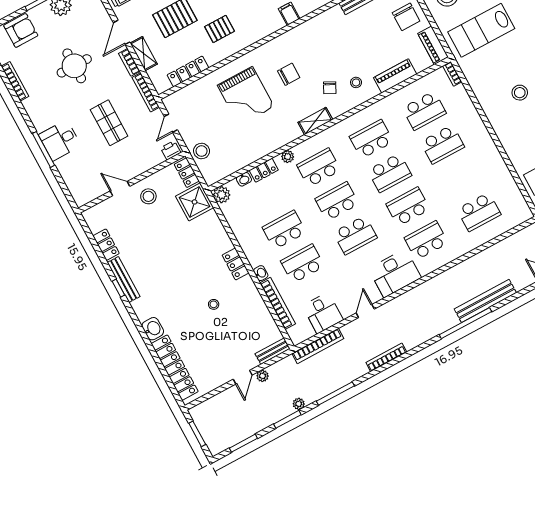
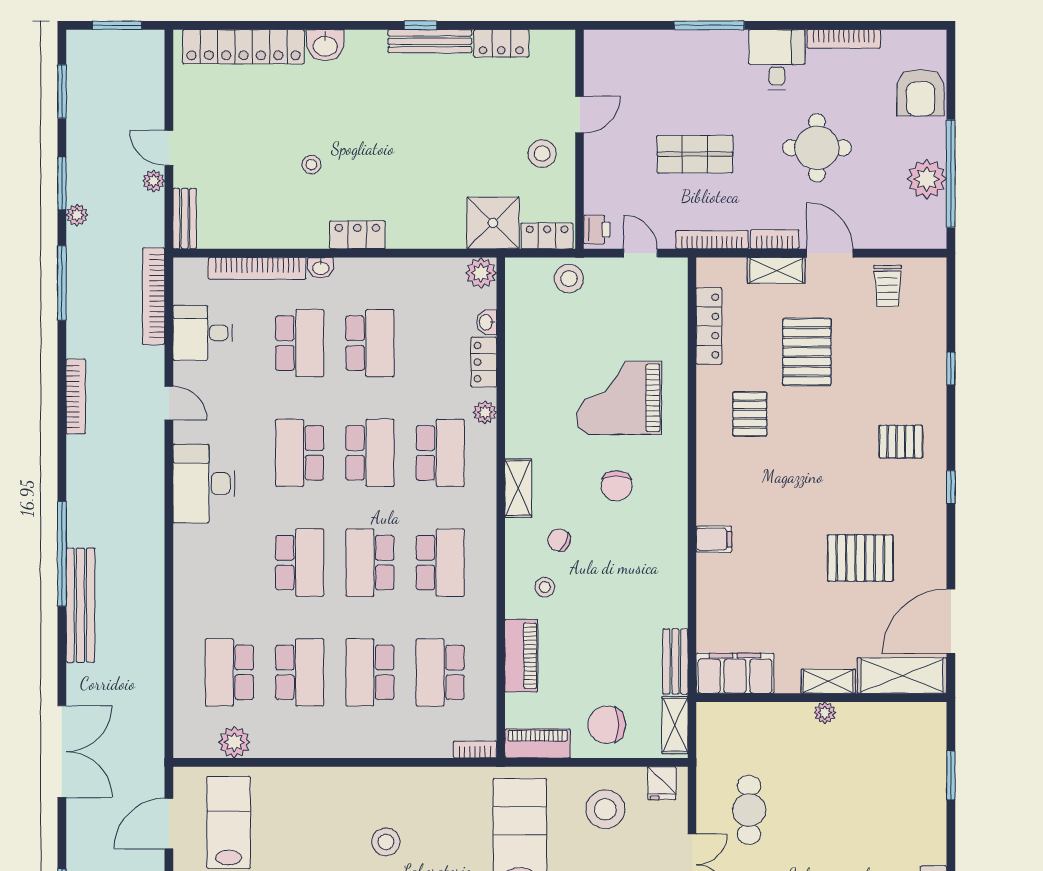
desk: (60, 140) -> (777, 60), moved
plant: (511, 191) -> (234, 742), added
school desk: (426, 240) -> (300, 672), moved

